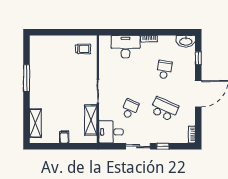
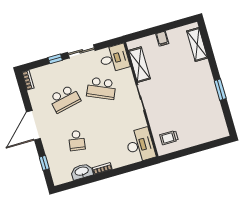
washbasin: (186, 41) -> (82, 172), moved
desk: (126, 47) -> (140, 145), moved, turned -90
window: (26, 78) -> (220, 90), width x0.69
school desk: (130, 109) -> (101, 88), width x1.85
school desk: (164, 109) -> (65, 99), turned -36

